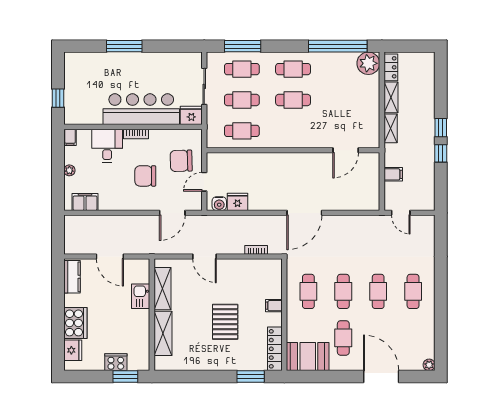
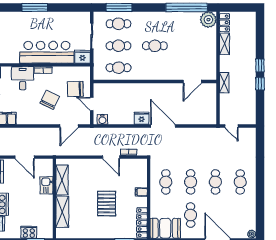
cafe table: (293, 69) -> (155, 24), removed
shelving: (391, 128) -> (224, 83), moved
filing cabinet: (393, 174) -> (226, 99), removed
chair: (145, 176) -> (50, 100), turned 116
door: (204, 182) -> (92, 104), hinge flipped
fridge: (238, 202) -> (142, 118), moved
door: (304, 213) -> (163, 126), swing flipped
door: (204, 256) -> (111, 157), moved

